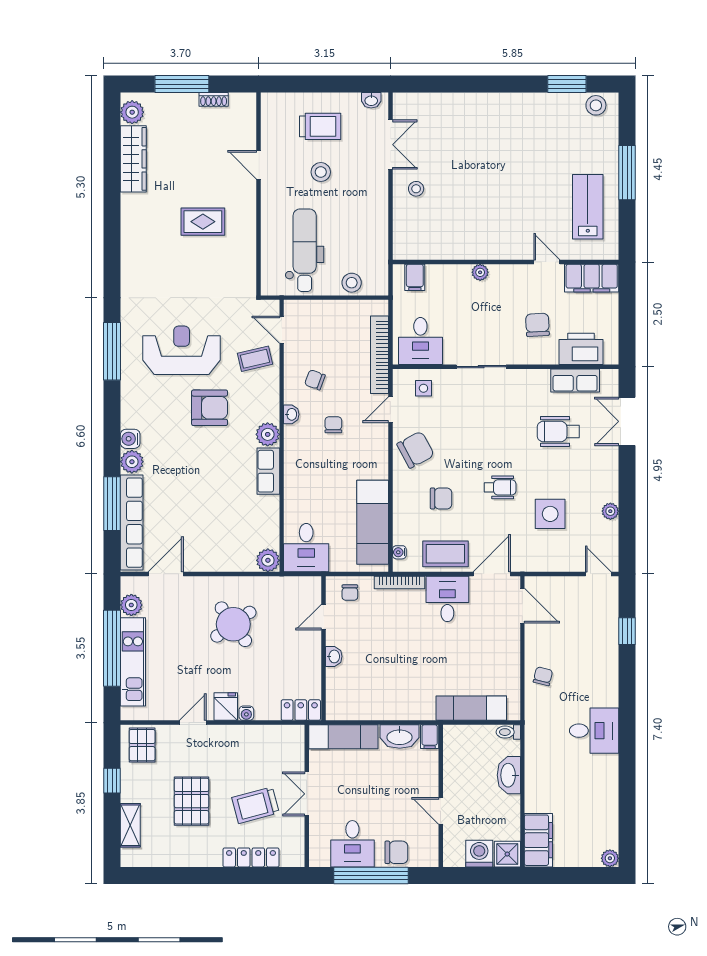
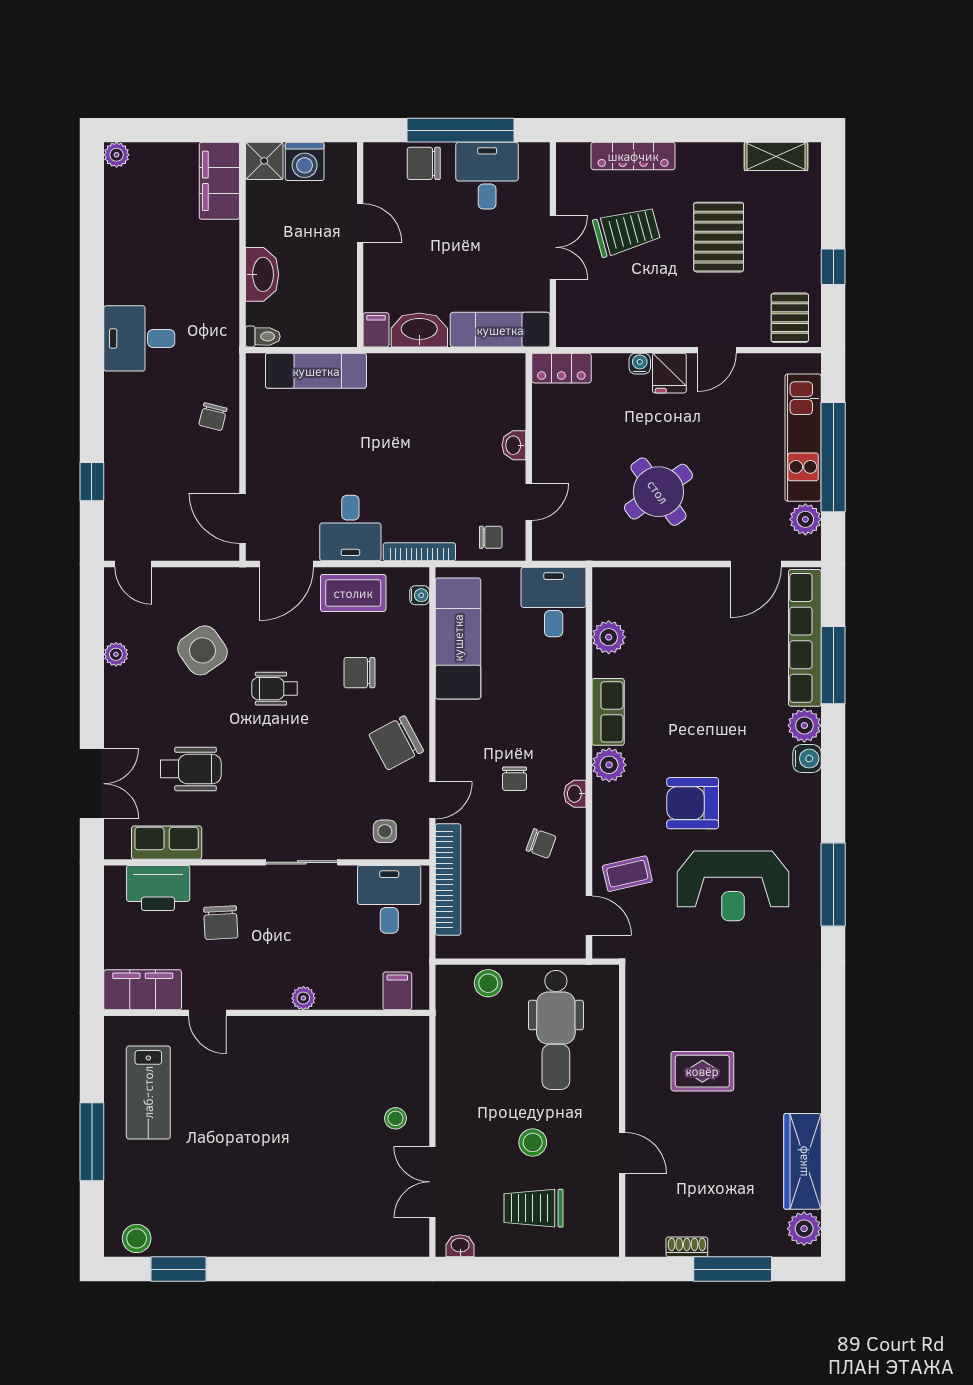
side table: (550, 514) -> (202, 650), turned -35
plant: (268, 560) -> (609, 637), moved
chair: (350, 593) -> (491, 537), turned 90
shelving: (130, 825) -> (776, 156), moved, turned 90

